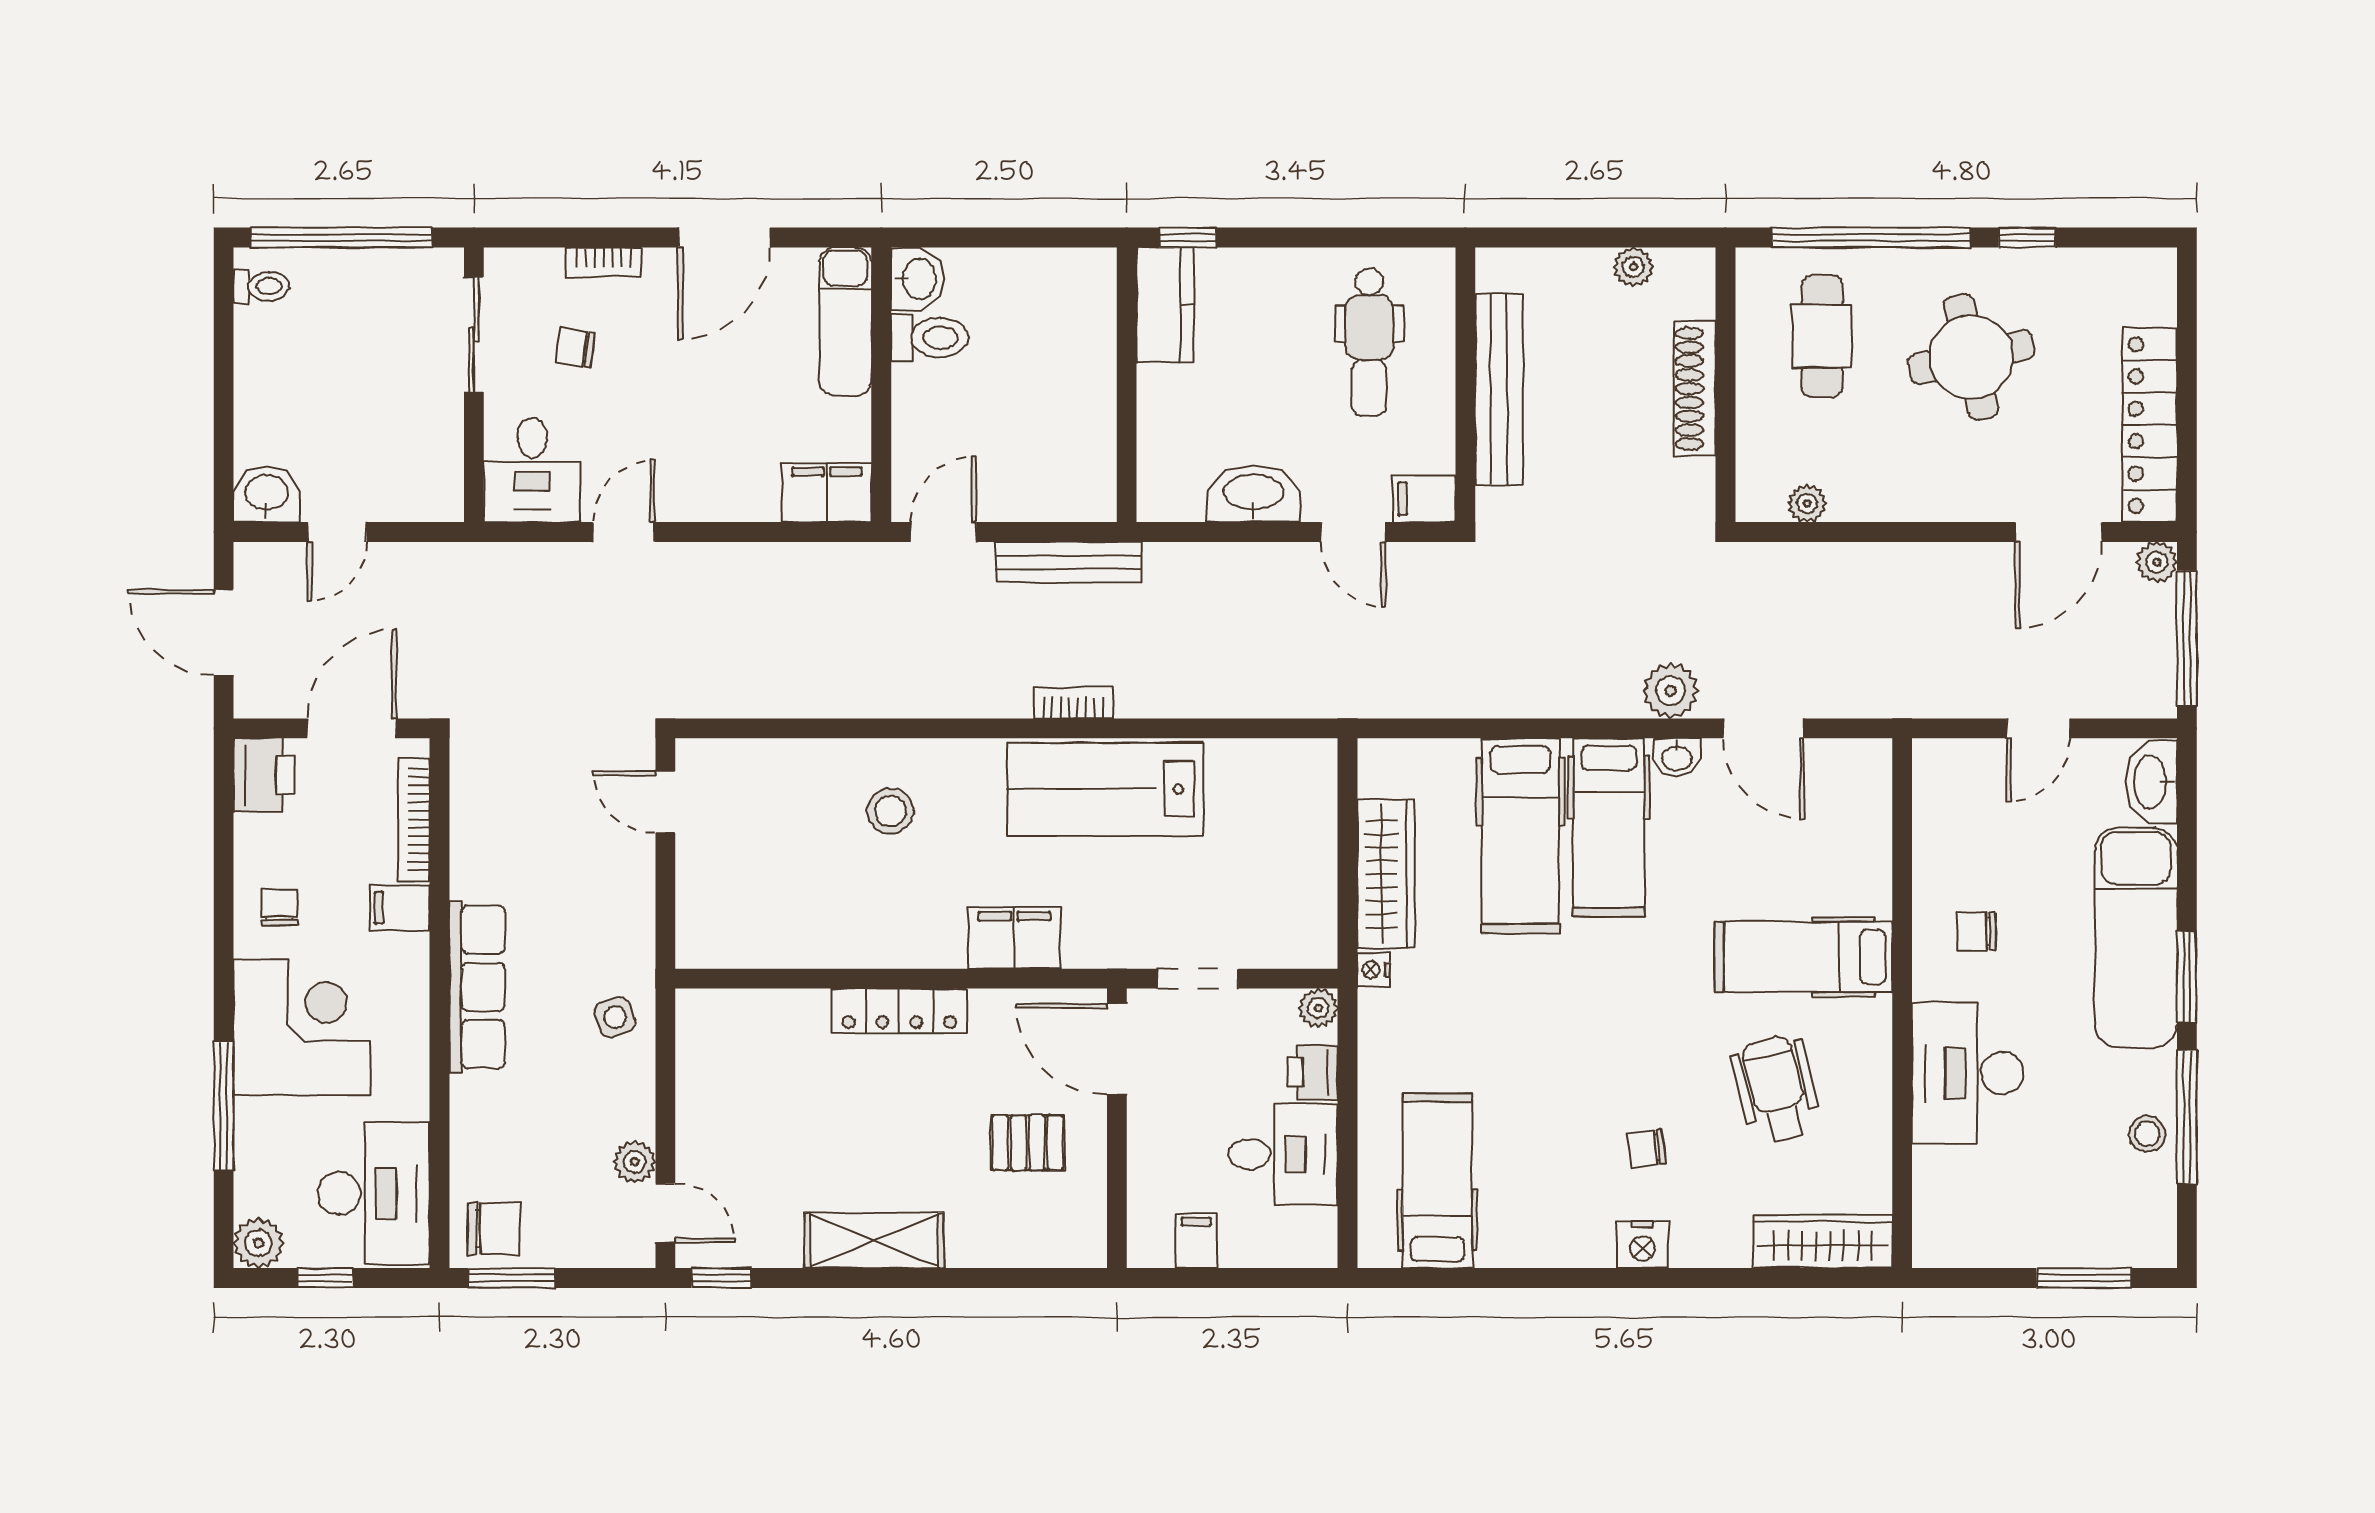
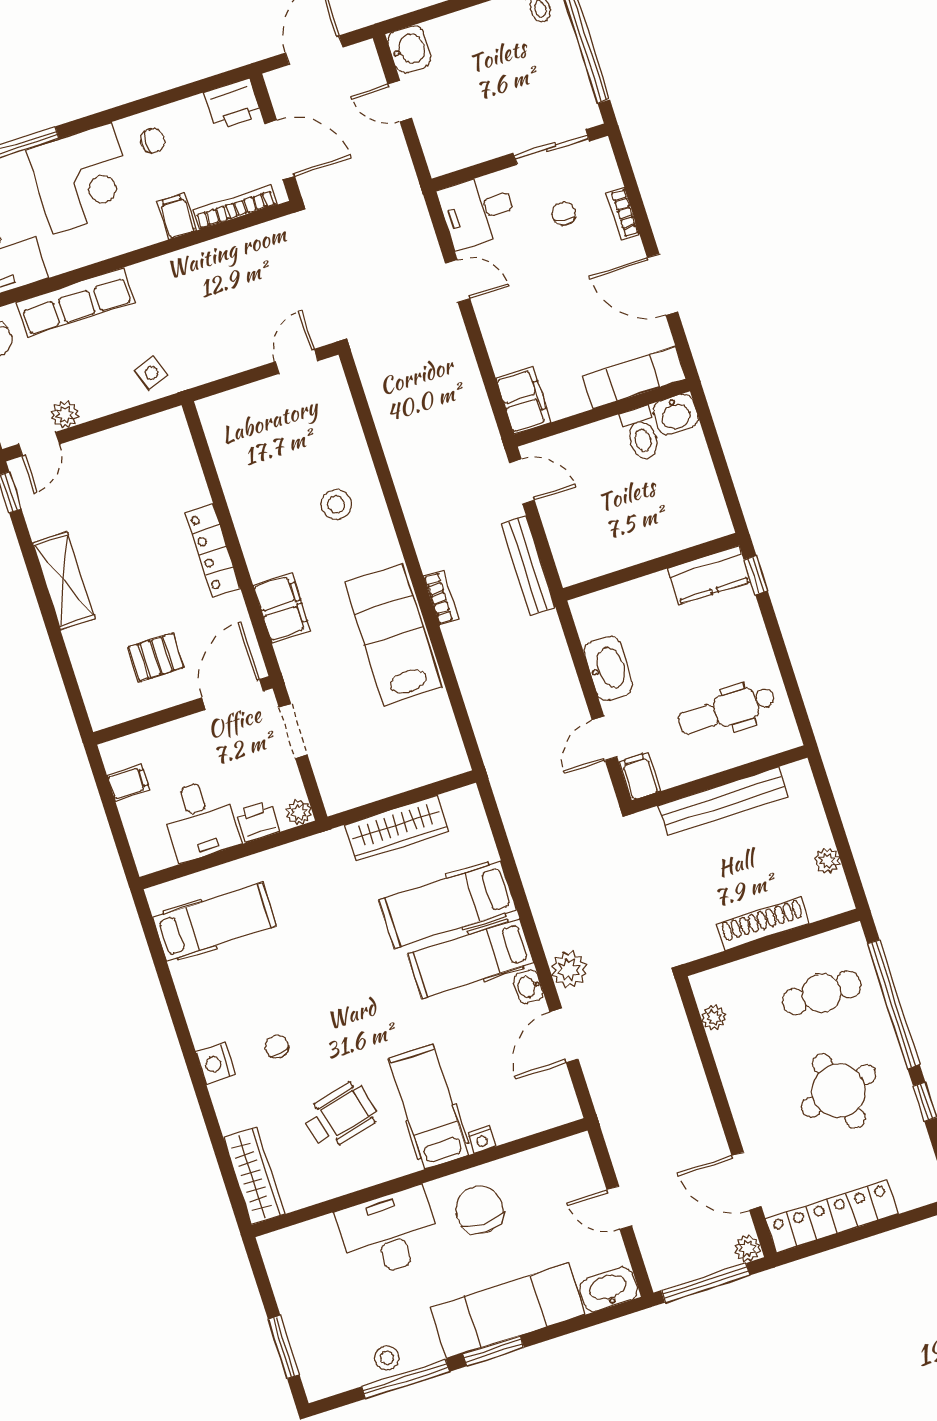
chair: (1976, 931) -> (480, 1210), width x1.87, depth x1.87
nightstand: (1374, 970) -> (482, 1140), moved, turned 180
row of seats: (477, 987) -> (75, 302), moved
pallet: (1028, 1143) -> (156, 657), turned 90

